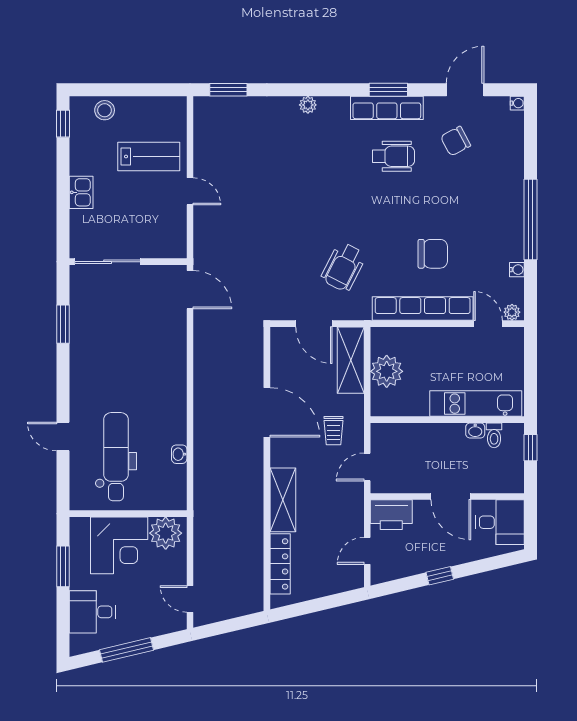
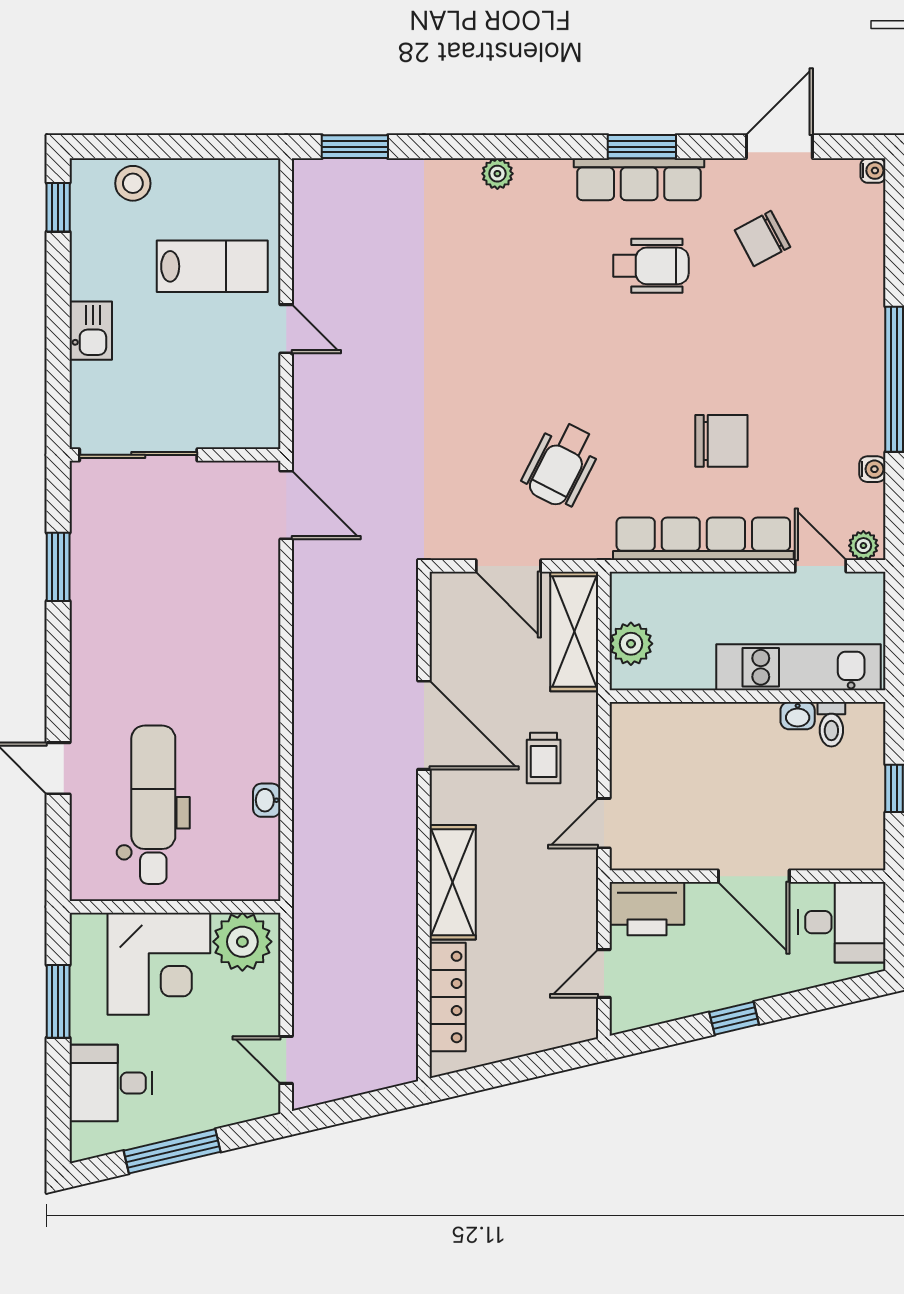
plant: (387, 371) -> (631, 644), width x0.73, depth x0.73
kitchen unit: (476, 404) -> (799, 667), moved
wall: (447, 420) -> (747, 696), moved
washbasin: (475, 431) -> (798, 716), moved
toilet: (494, 435) -> (831, 724), moved

